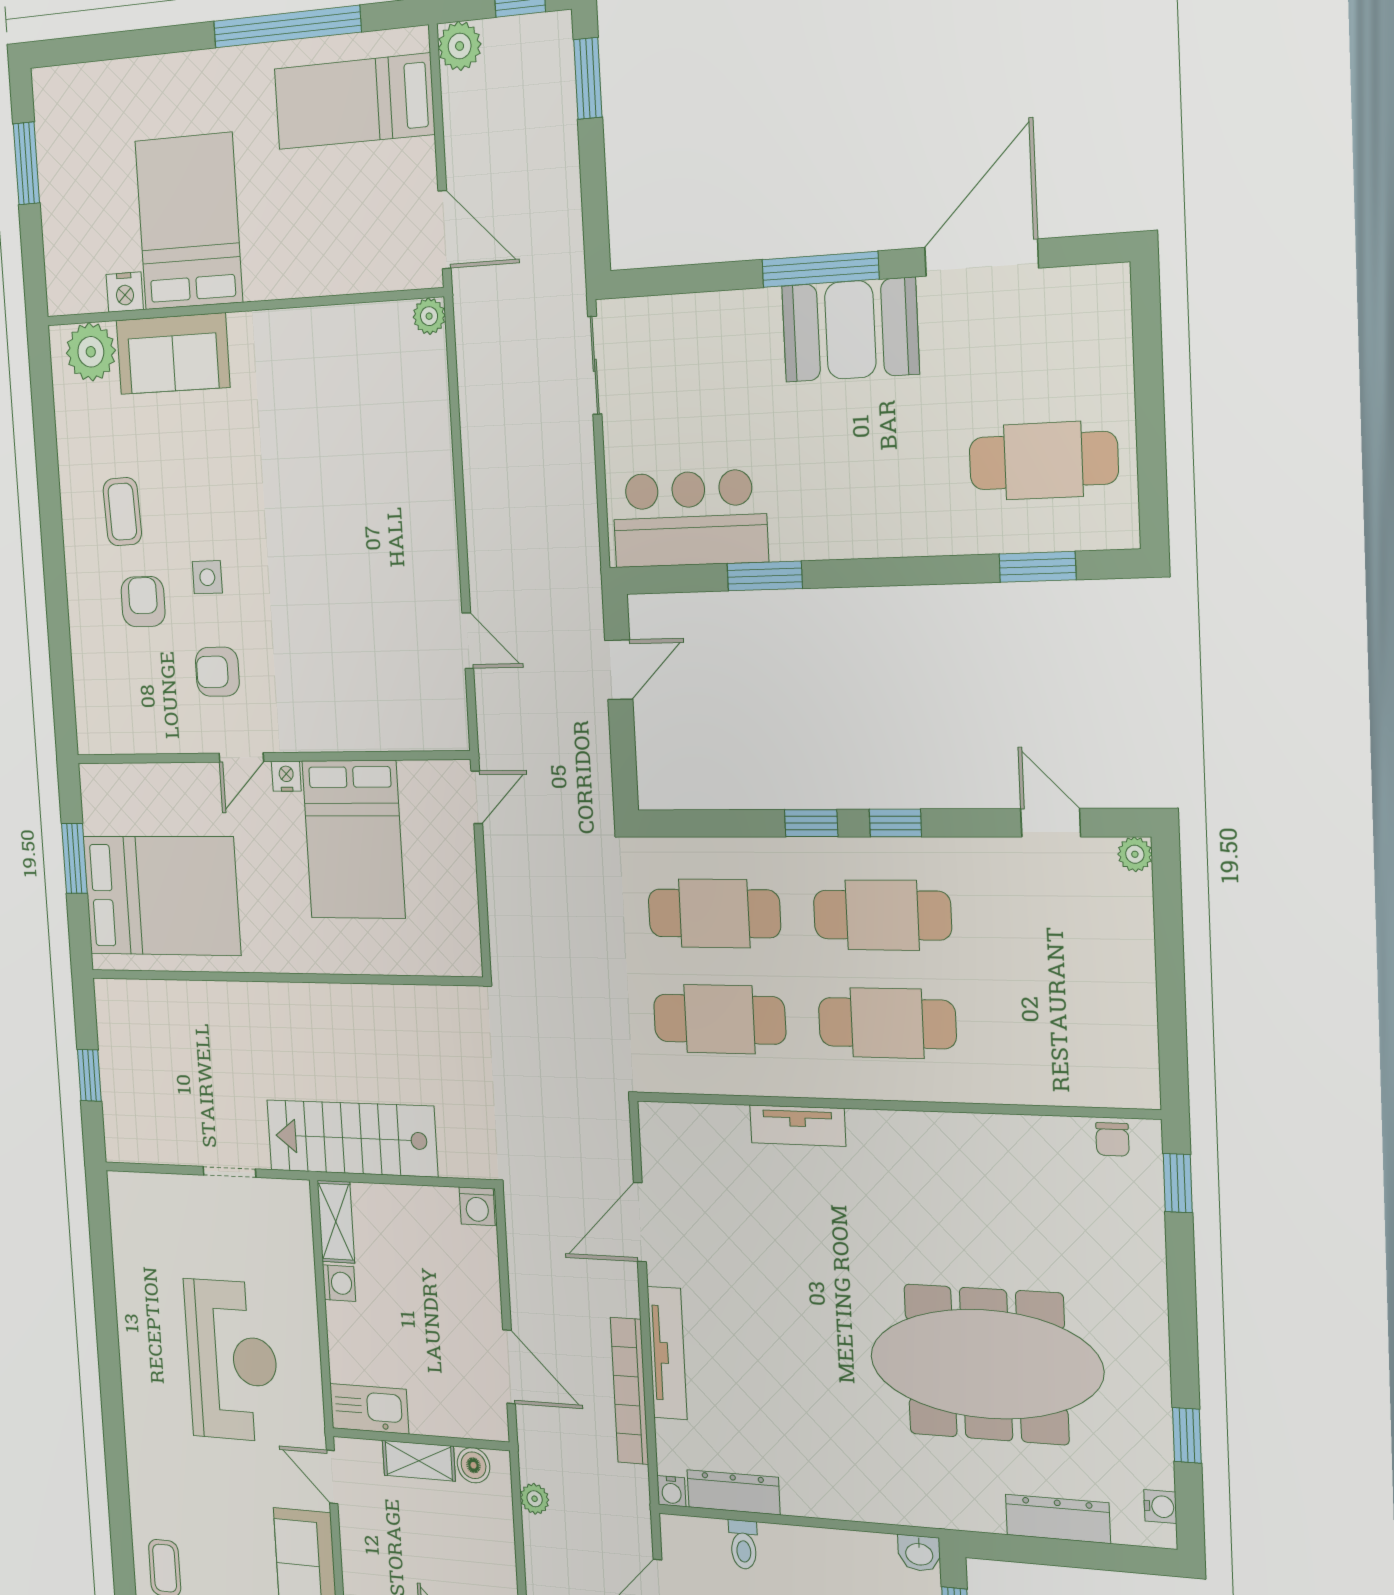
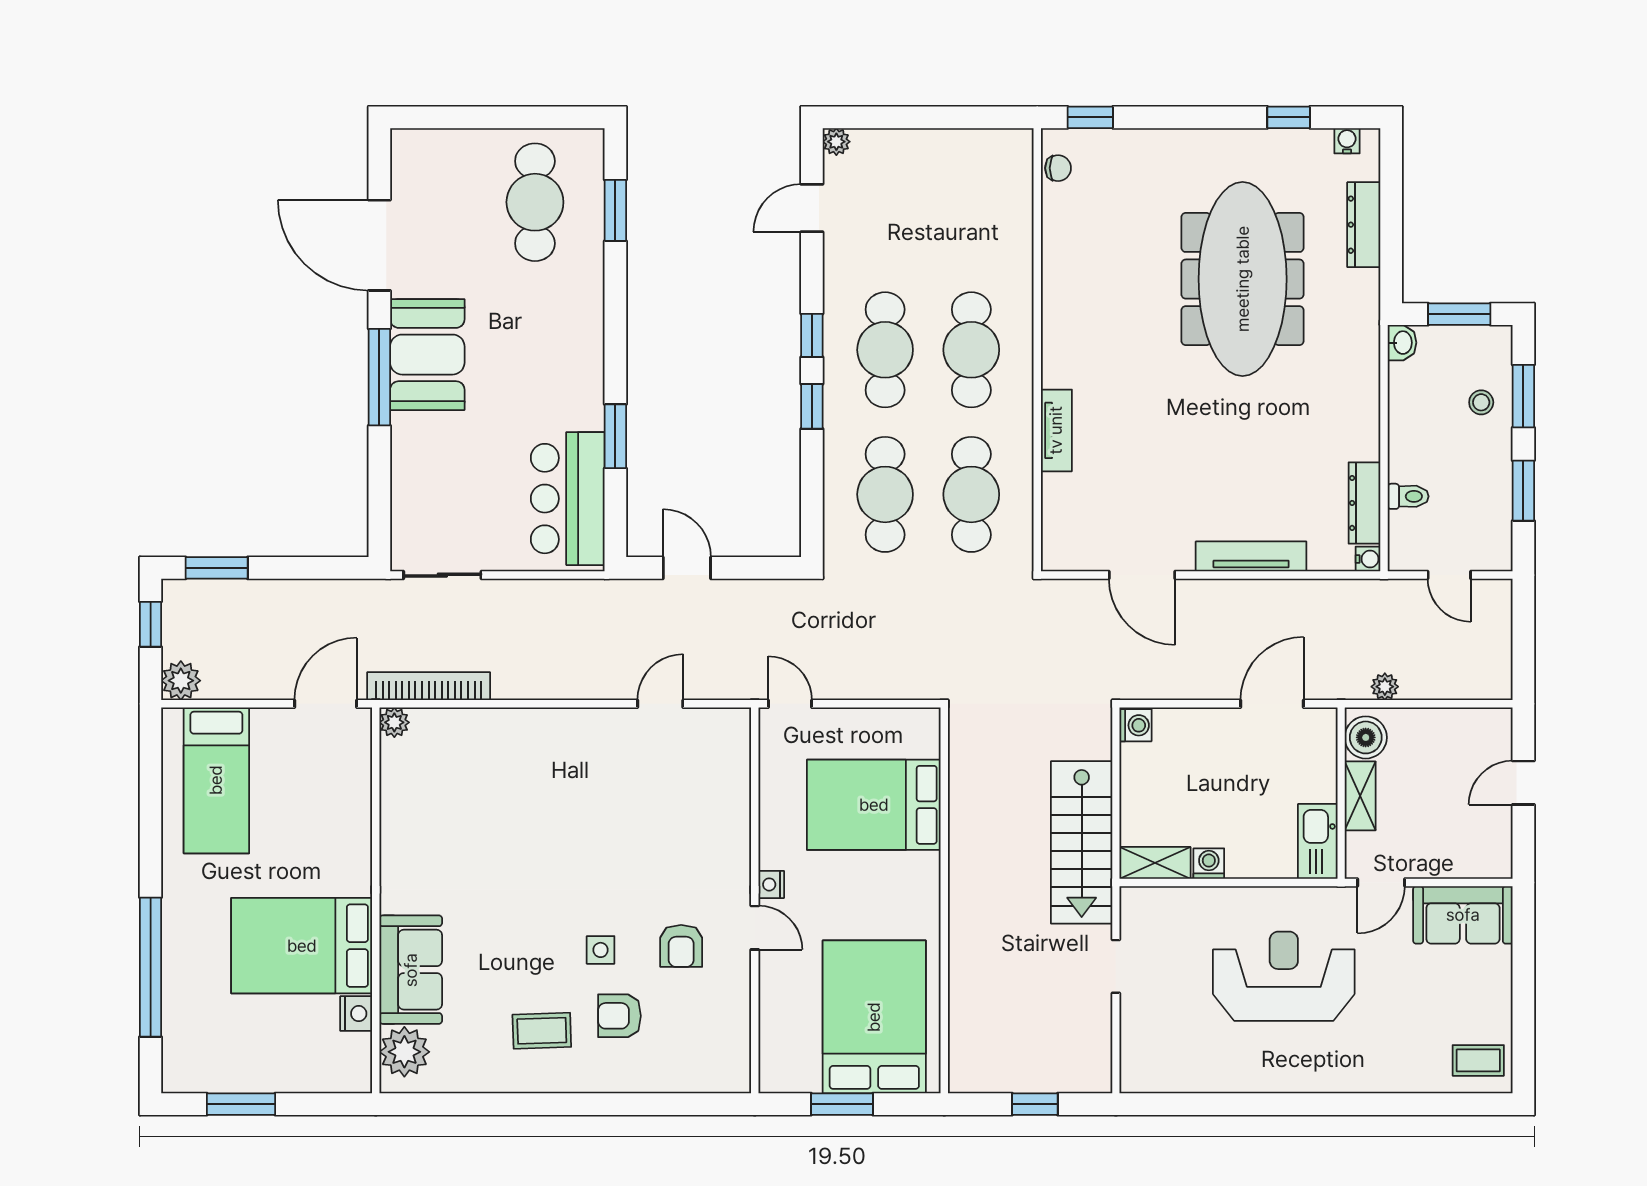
window: (287, 27) -> (151, 967), moved
bed: (354, 839) -> (874, 805), moved, turned 180
bookcase: (630, 1391) -> (429, 686), moved, turned 180
boiler: (473, 1465) -> (1366, 737), width x1.36, depth x1.36

